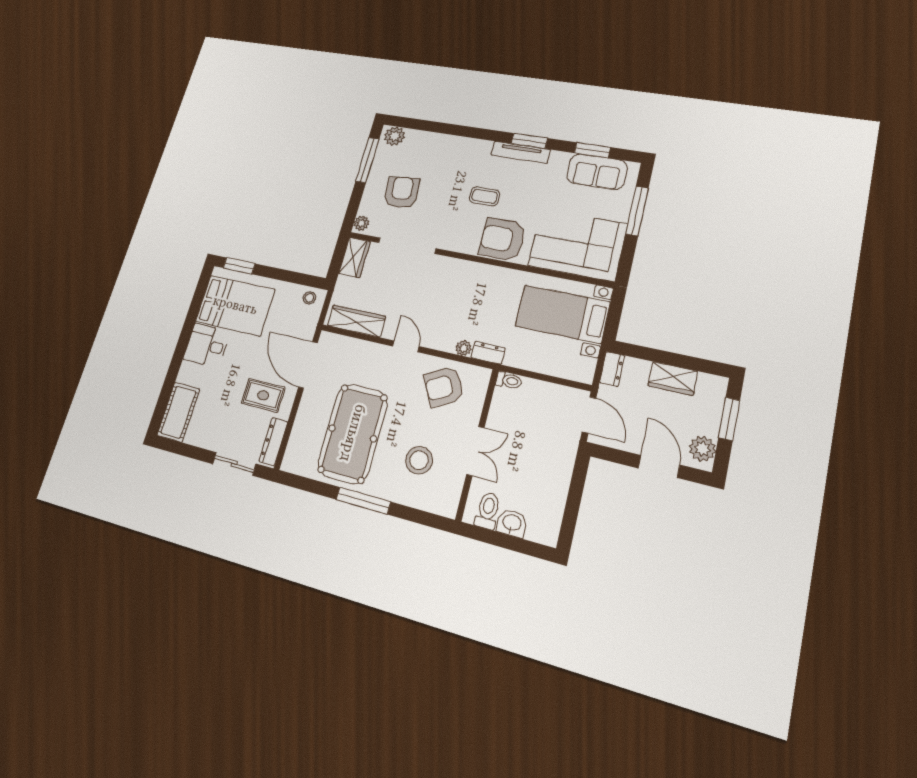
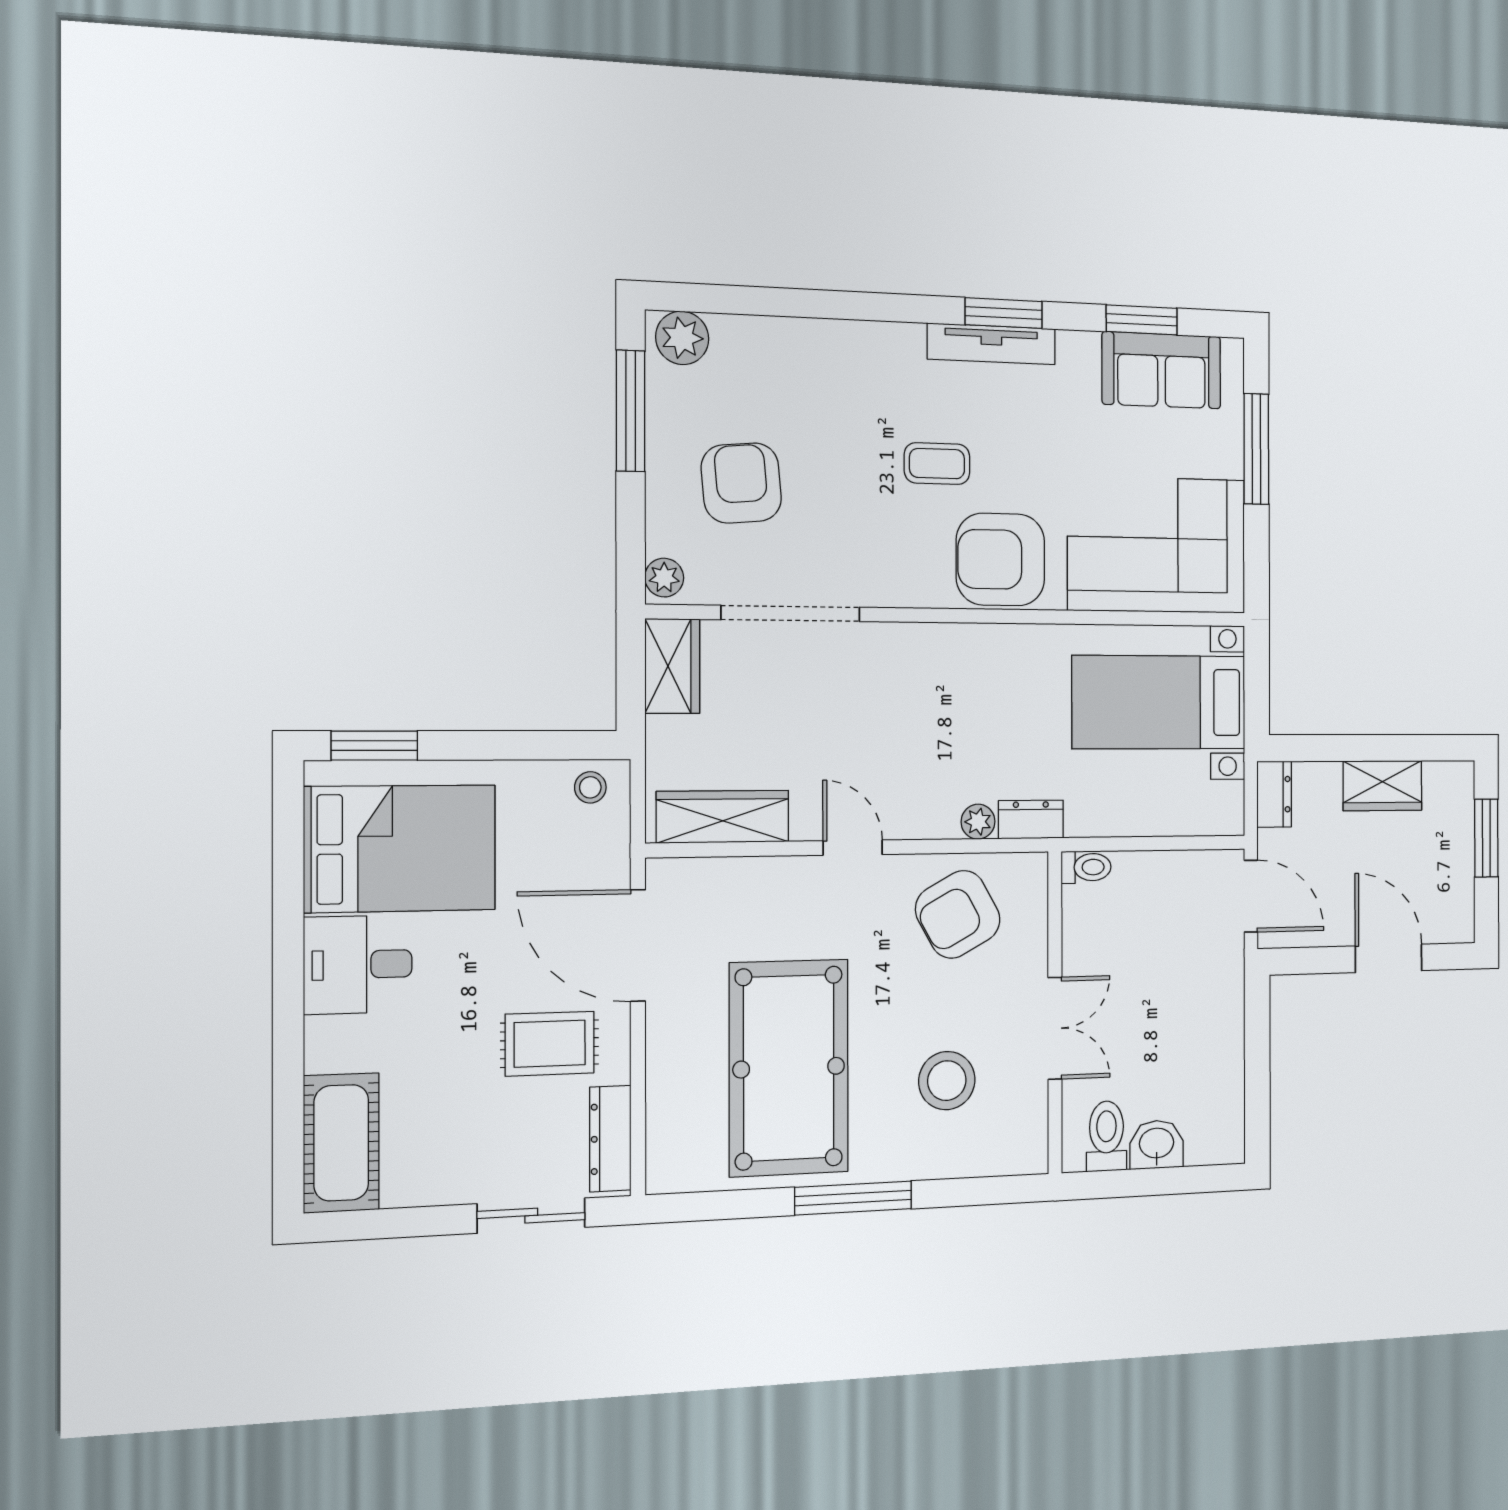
plant: (702, 449) -> (1453, 905), removed

